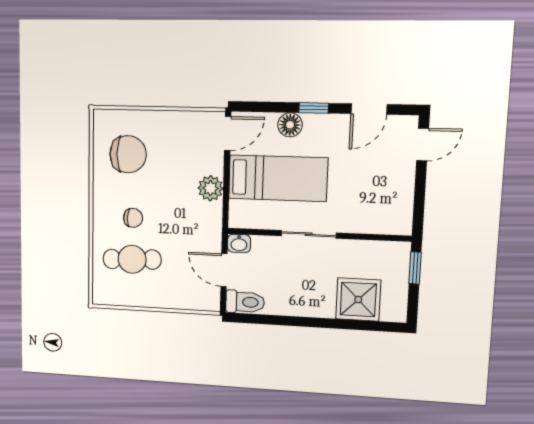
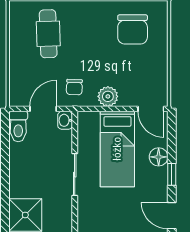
chair: (133, 218) -> (74, 87), moved

